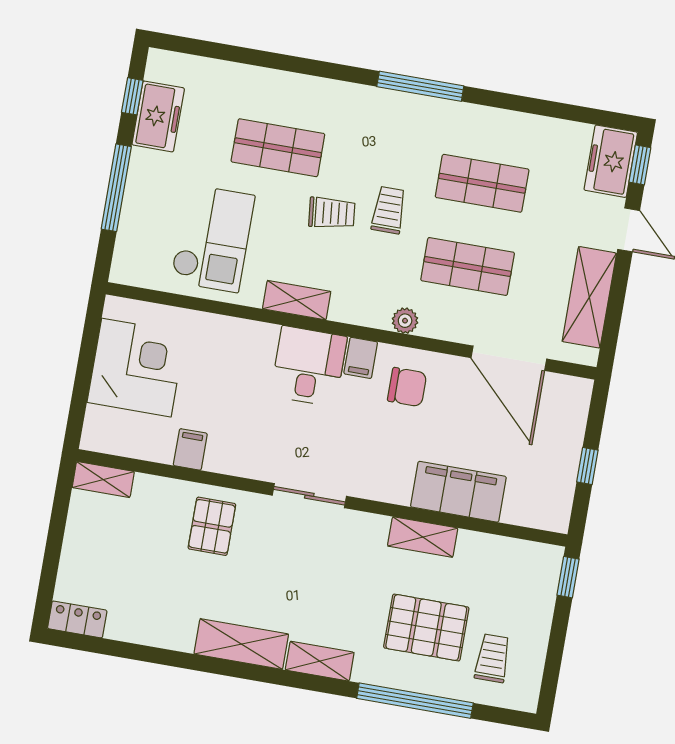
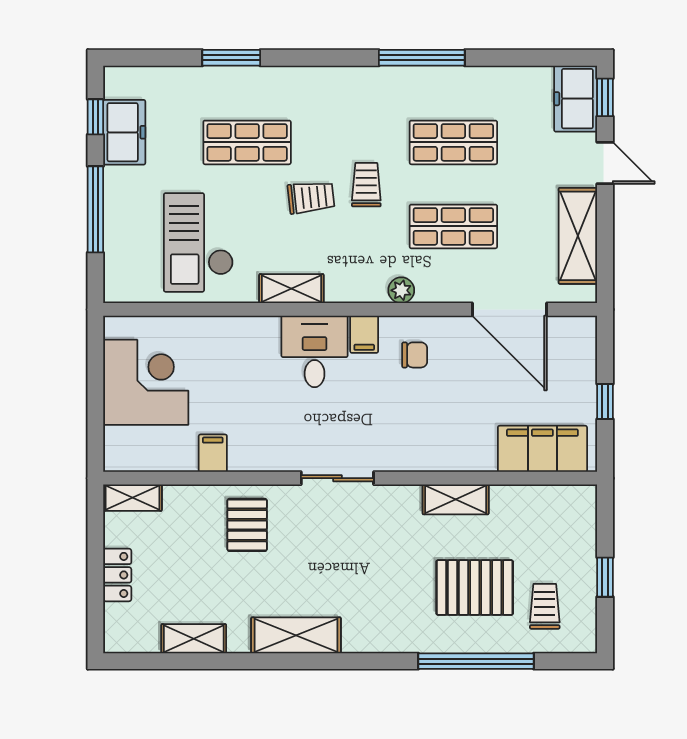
window: (277, 61) -> (231, 58), added
window: (420, 86) -> (422, 58), moved
checkout: (213, 238) -> (199, 242), turned 180
chair: (407, 387) -> (415, 355), width x0.73, depth x0.73
filing cabinet: (458, 492) -> (542, 449), moved
window: (568, 577) -> (605, 577), moved
locker: (77, 619) -> (117, 575), moved, turned 90
shelving: (320, 661) -> (194, 639), moved

